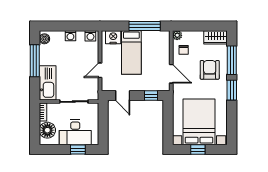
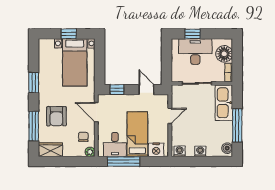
desk: (153, 42) -> (115, 145), added
window: (232, 90) -> (34, 83), moved
bed with nightstands: (199, 122) -> (75, 62), width x0.73

